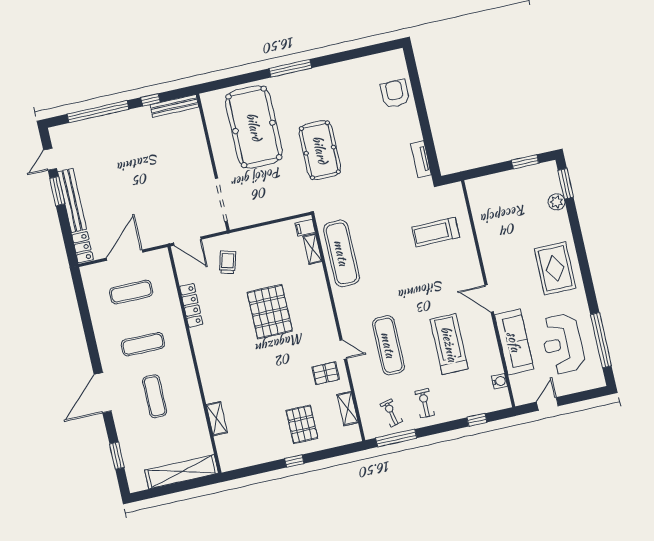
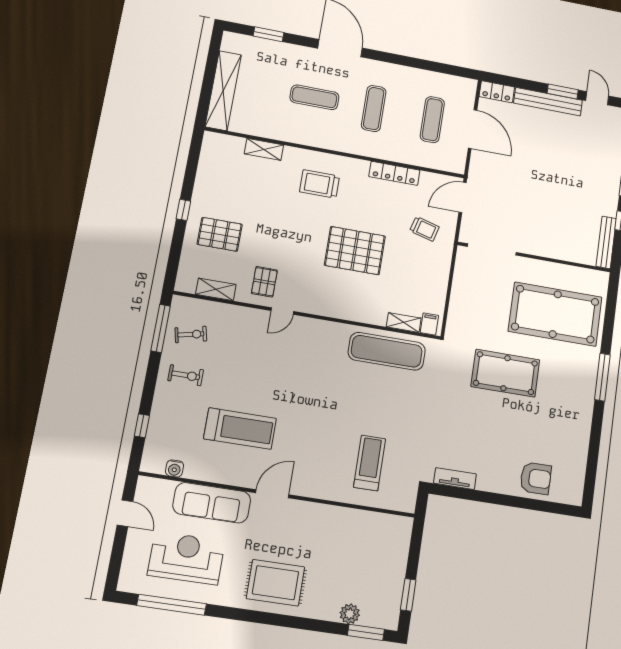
exercise mat: (388, 345) -> (267, 361), removed
trolley: (226, 362) -> (320, 184), added

